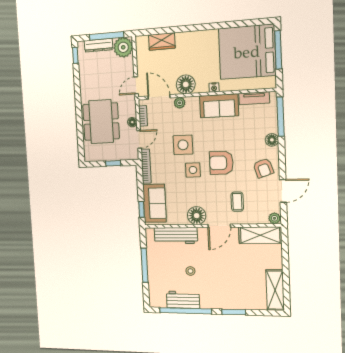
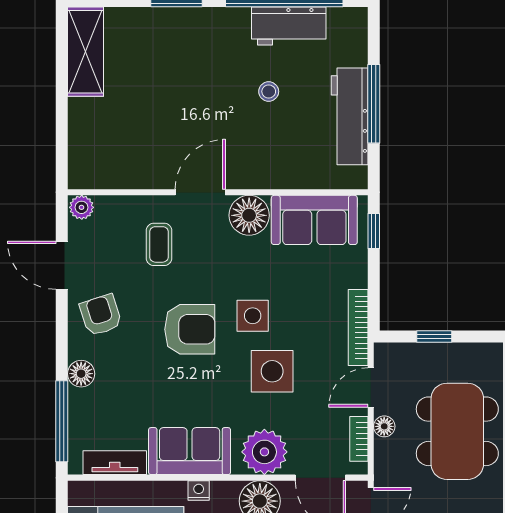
plant: (180, 103) -> (264, 452), width x1.88, depth x1.88
door: (283, 191) -> (62, 265), hinge flipped
sofa: (154, 203) -> (314, 220), moved, turned -90
shelving: (260, 235) -> (113, 171), removed
workbench: (176, 236) -> (350, 116), moved, turned -90

